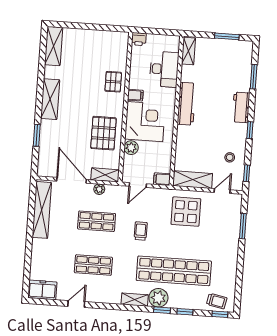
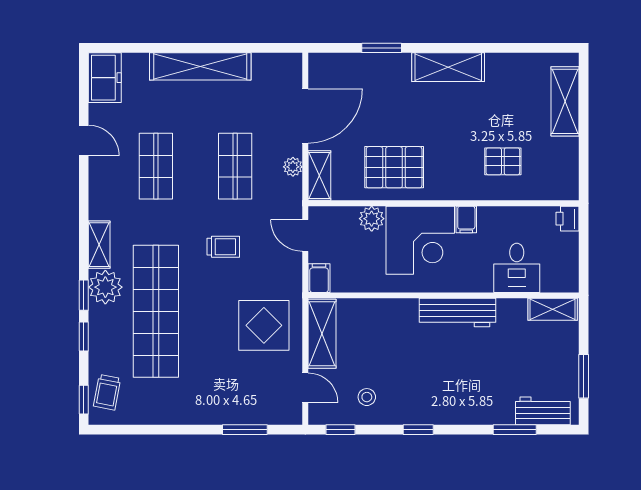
shelving: (54, 46) -> (565, 101), moved, turned 90
desk: (164, 69) -> (517, 268), width x0.73
pallet: (113, 82) -> (503, 161), moved
workbench: (241, 107) -> (543, 411), moved
shelving: (42, 210) -> (200, 66), moved

